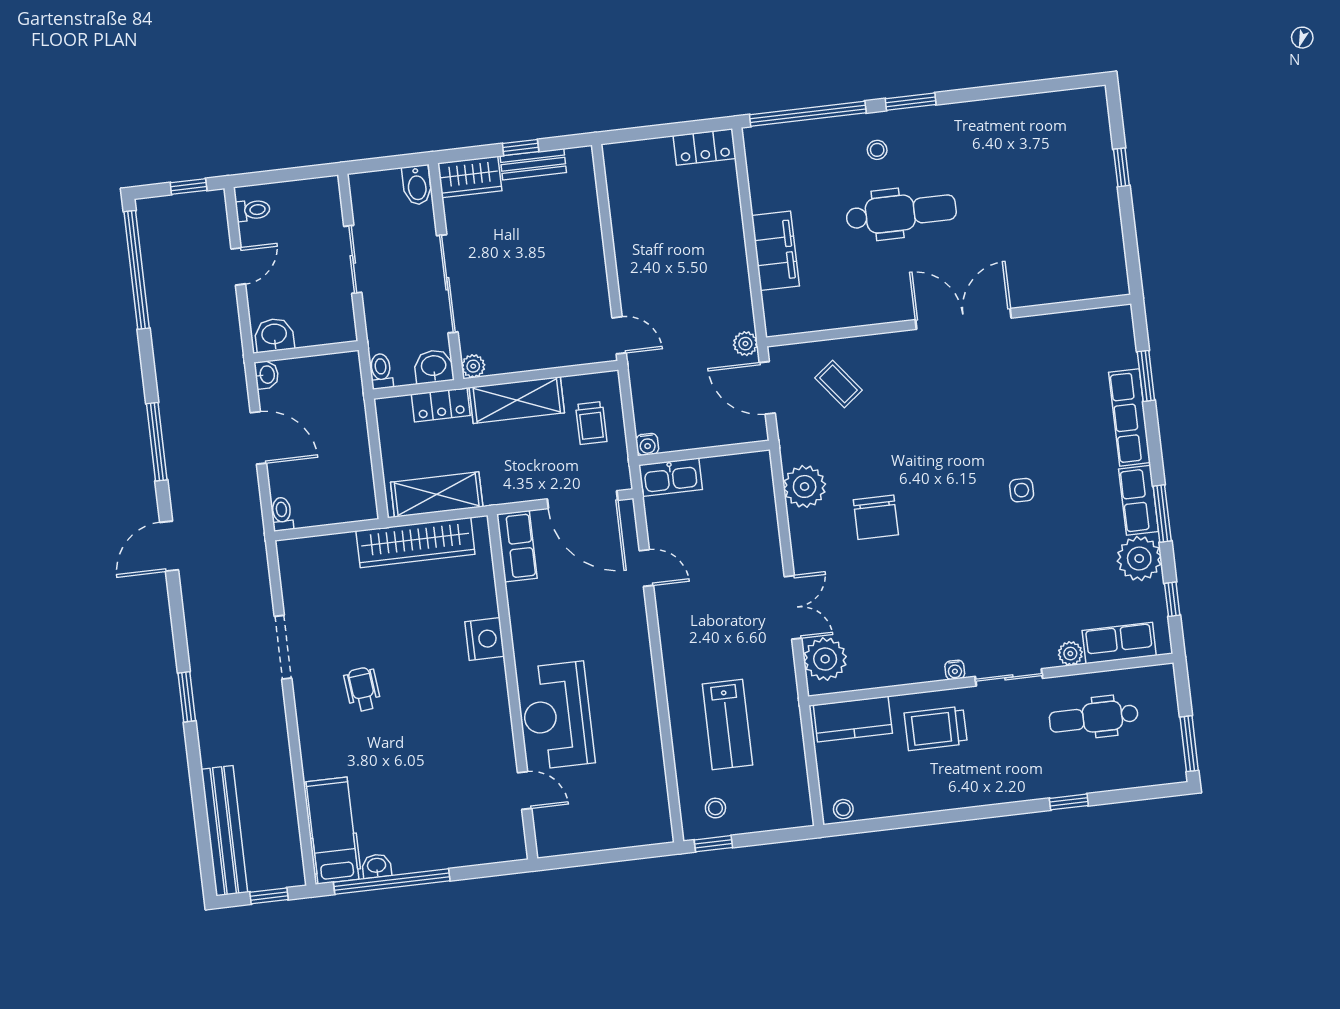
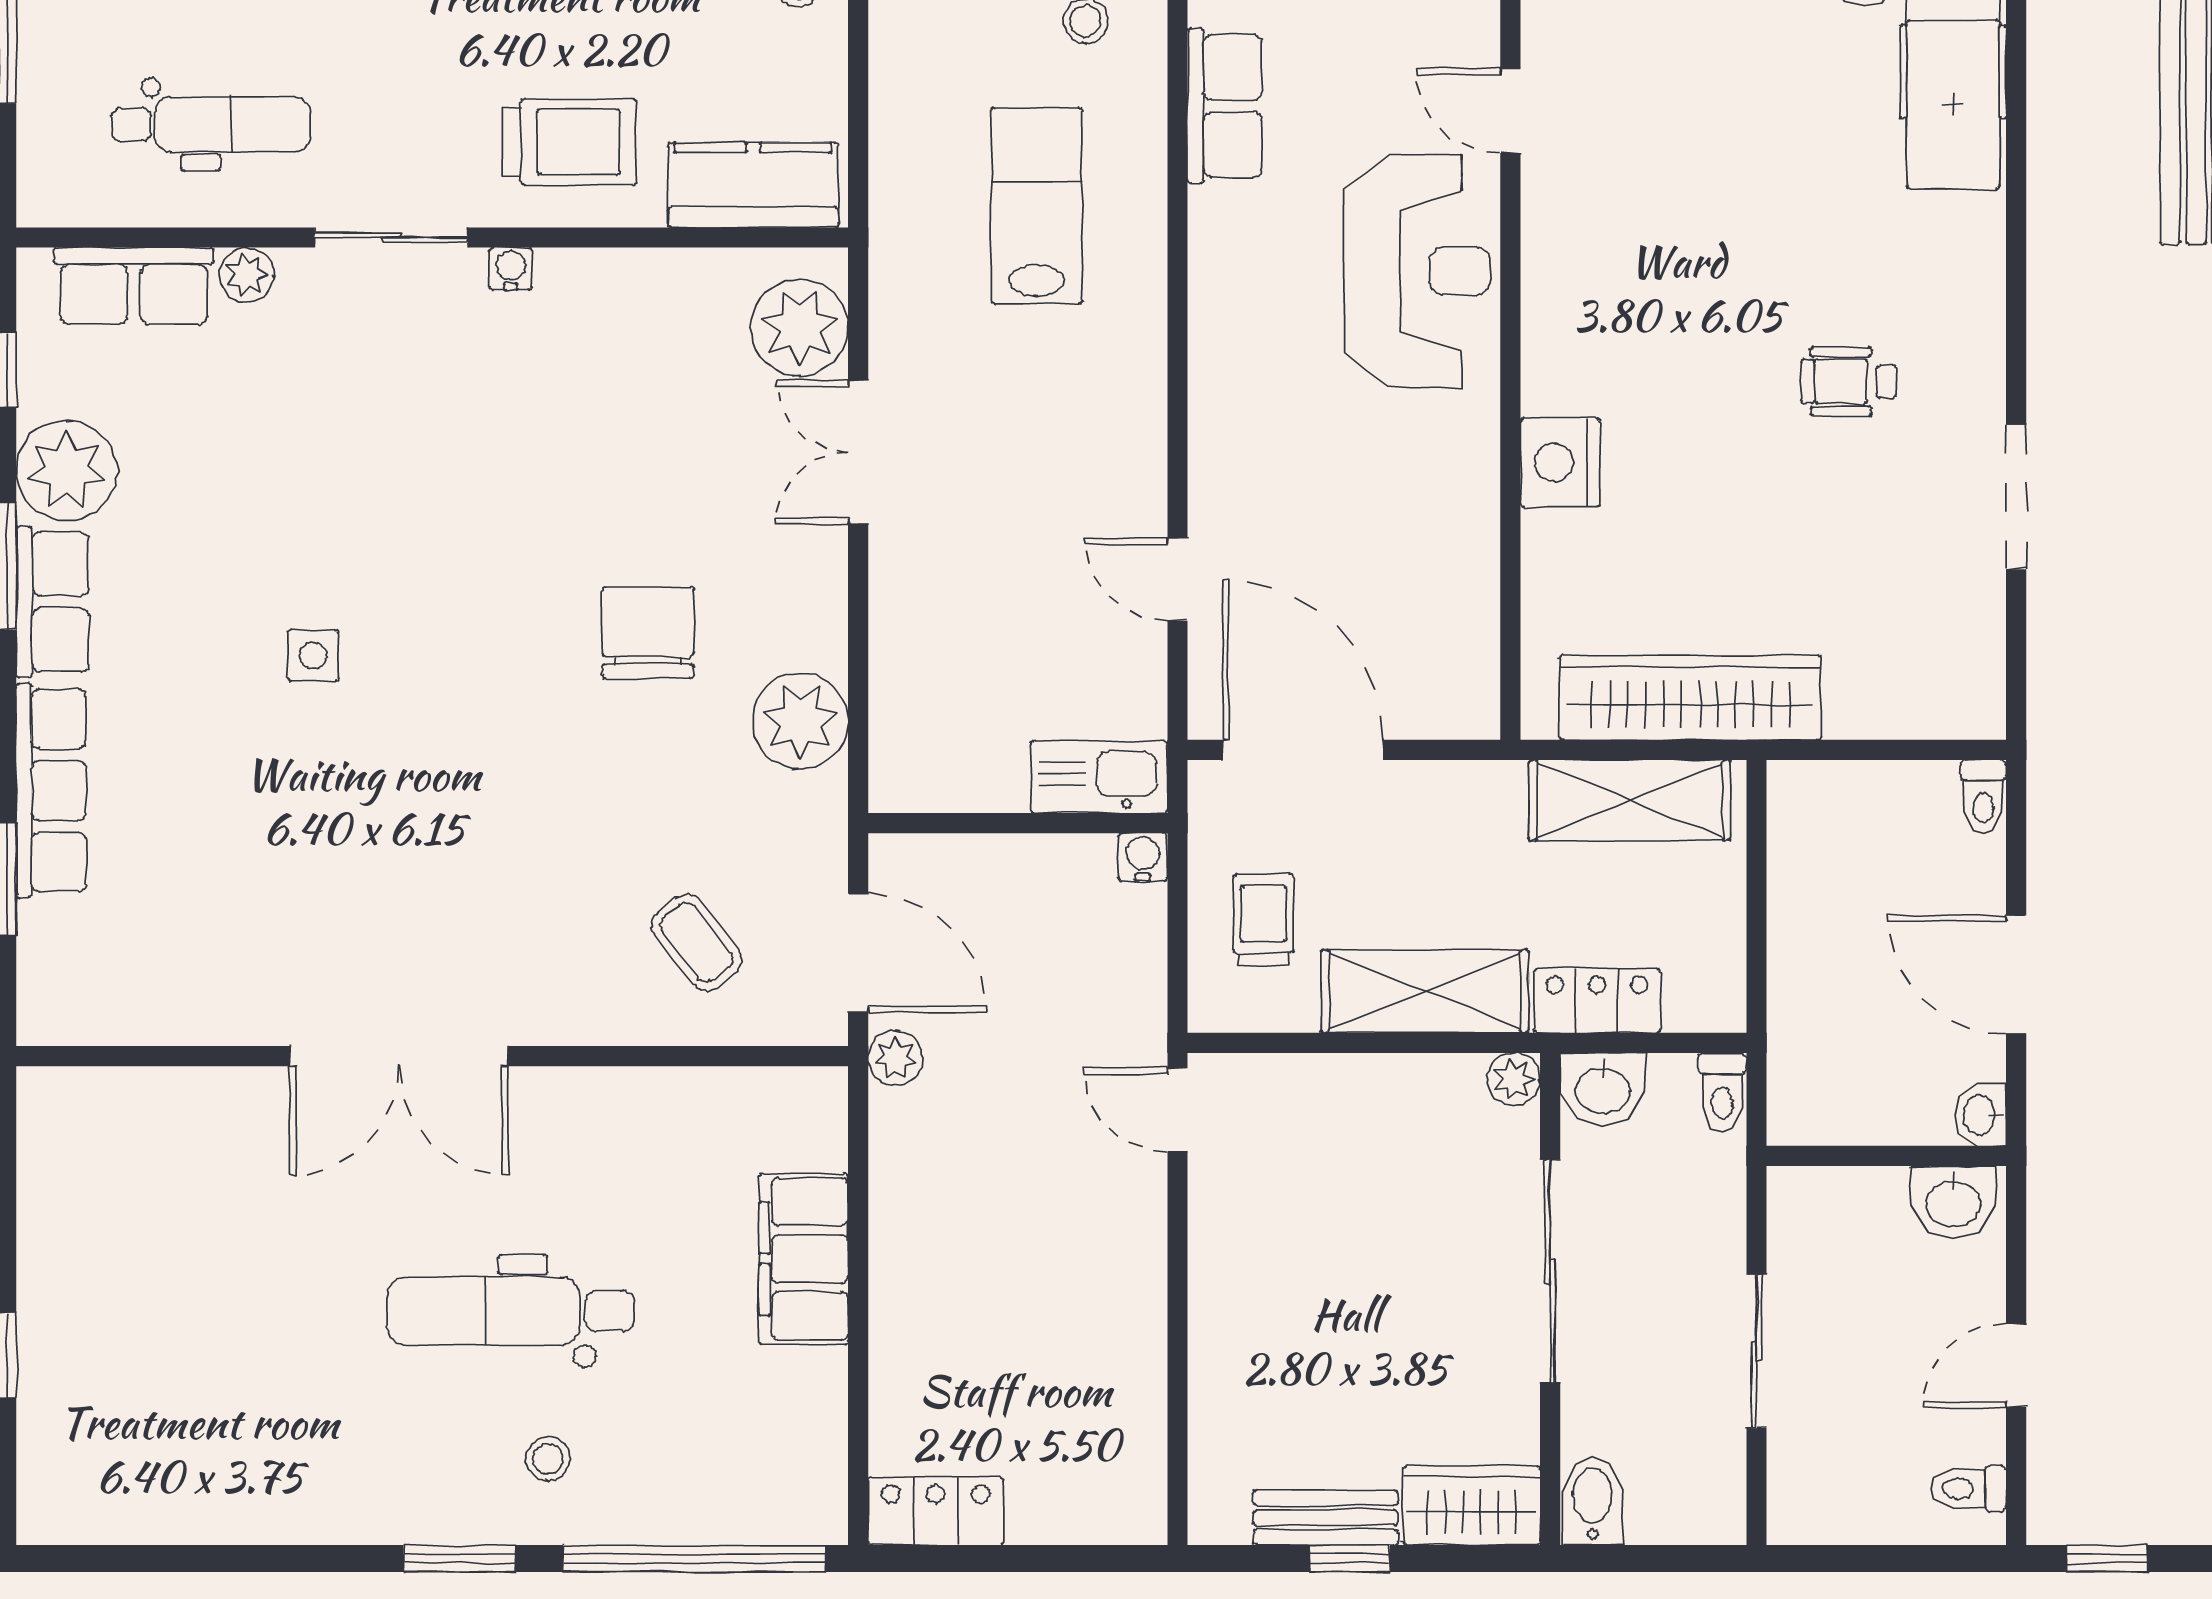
row of seats: (517, 546) -> (1225, 106), moved, turned 180
wheelchair: (362, 689) -> (1849, 382), turned 96

